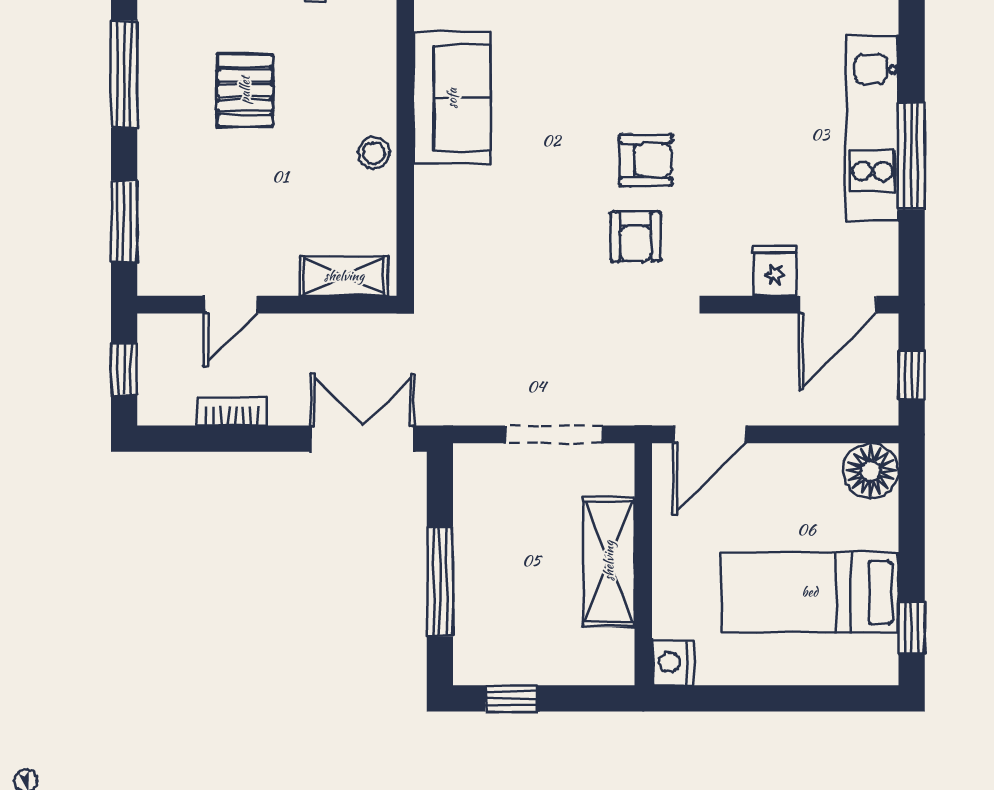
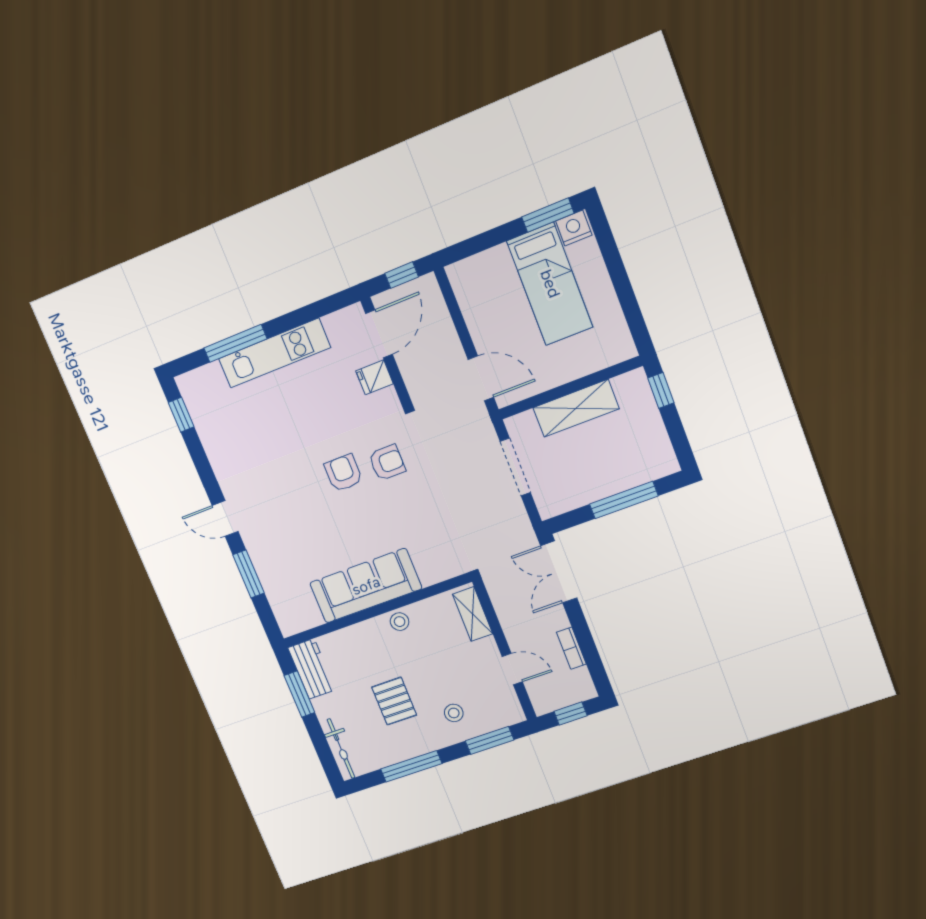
pallet: (245, 90) -> (394, 701), turned 90
sofa: (452, 98) -> (366, 586), width x1.36
window: (912, 156) -> (235, 343), moved
stool: (191, 181) -> (454, 713), added
door: (838, 305) -> (379, 334), hinge flipped
floor lamp: (871, 471) -> (466, 277), removed
window: (912, 628) -> (548, 215), width x1.50
nightstand: (673, 663) -> (574, 228), moved, turned 180
window: (511, 698) -> (661, 390), moved

